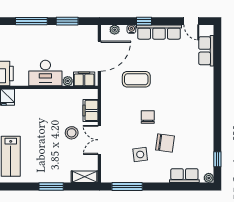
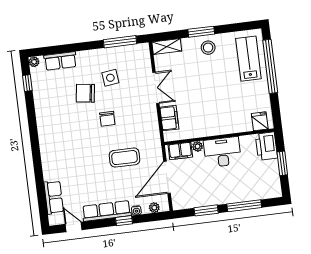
stool: (72, 133) -> (208, 48), moved

